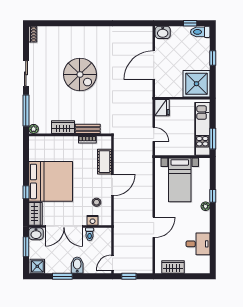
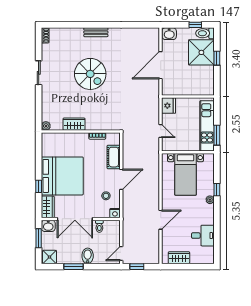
shower: (196, 84) -> (201, 52), moved
window: (26, 111) -> (39, 108), removed
bench: (88, 129) -> (96, 32), moved
nightstand: (93, 220) -> (115, 213), moved

